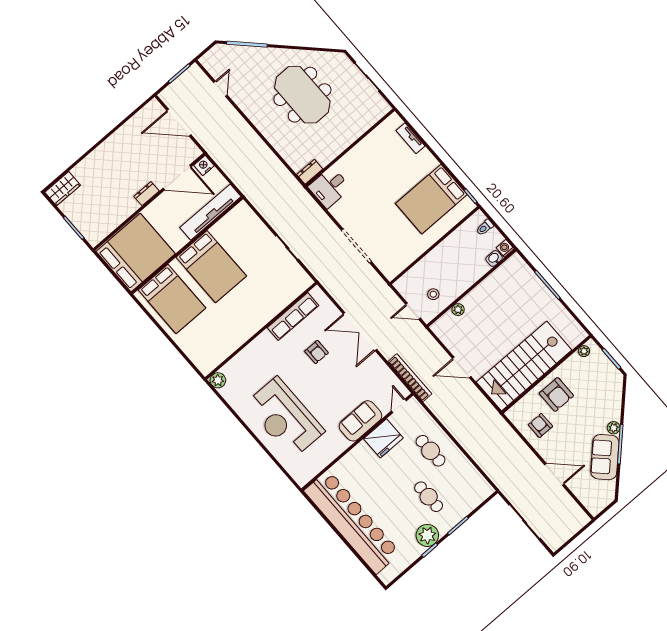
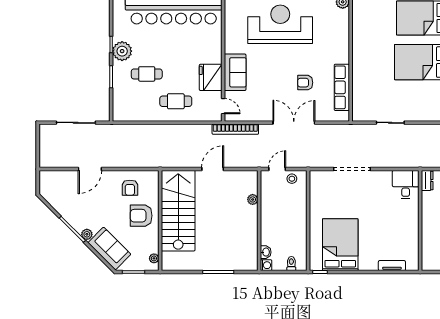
stool: (433, 294) -> (292, 179), moved
armchair: (540, 426) -> (130, 188), turned 90
sofa: (605, 457) -> (109, 249), moved

